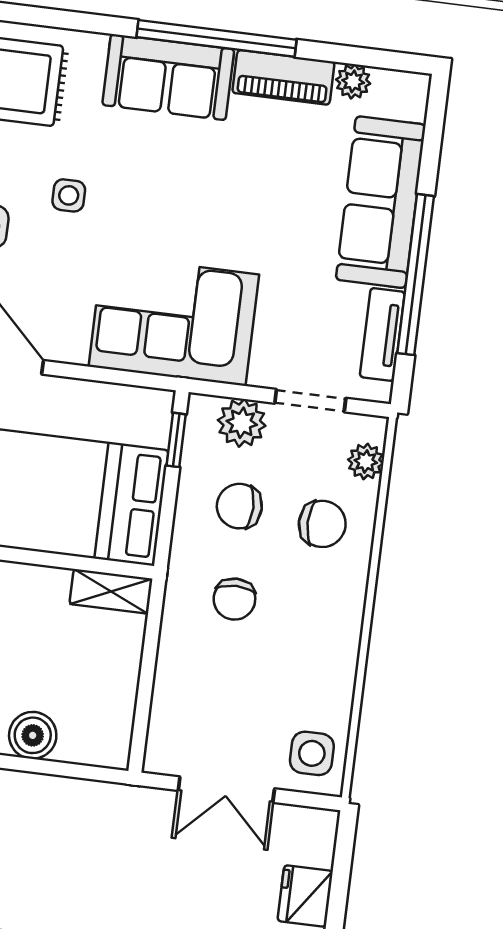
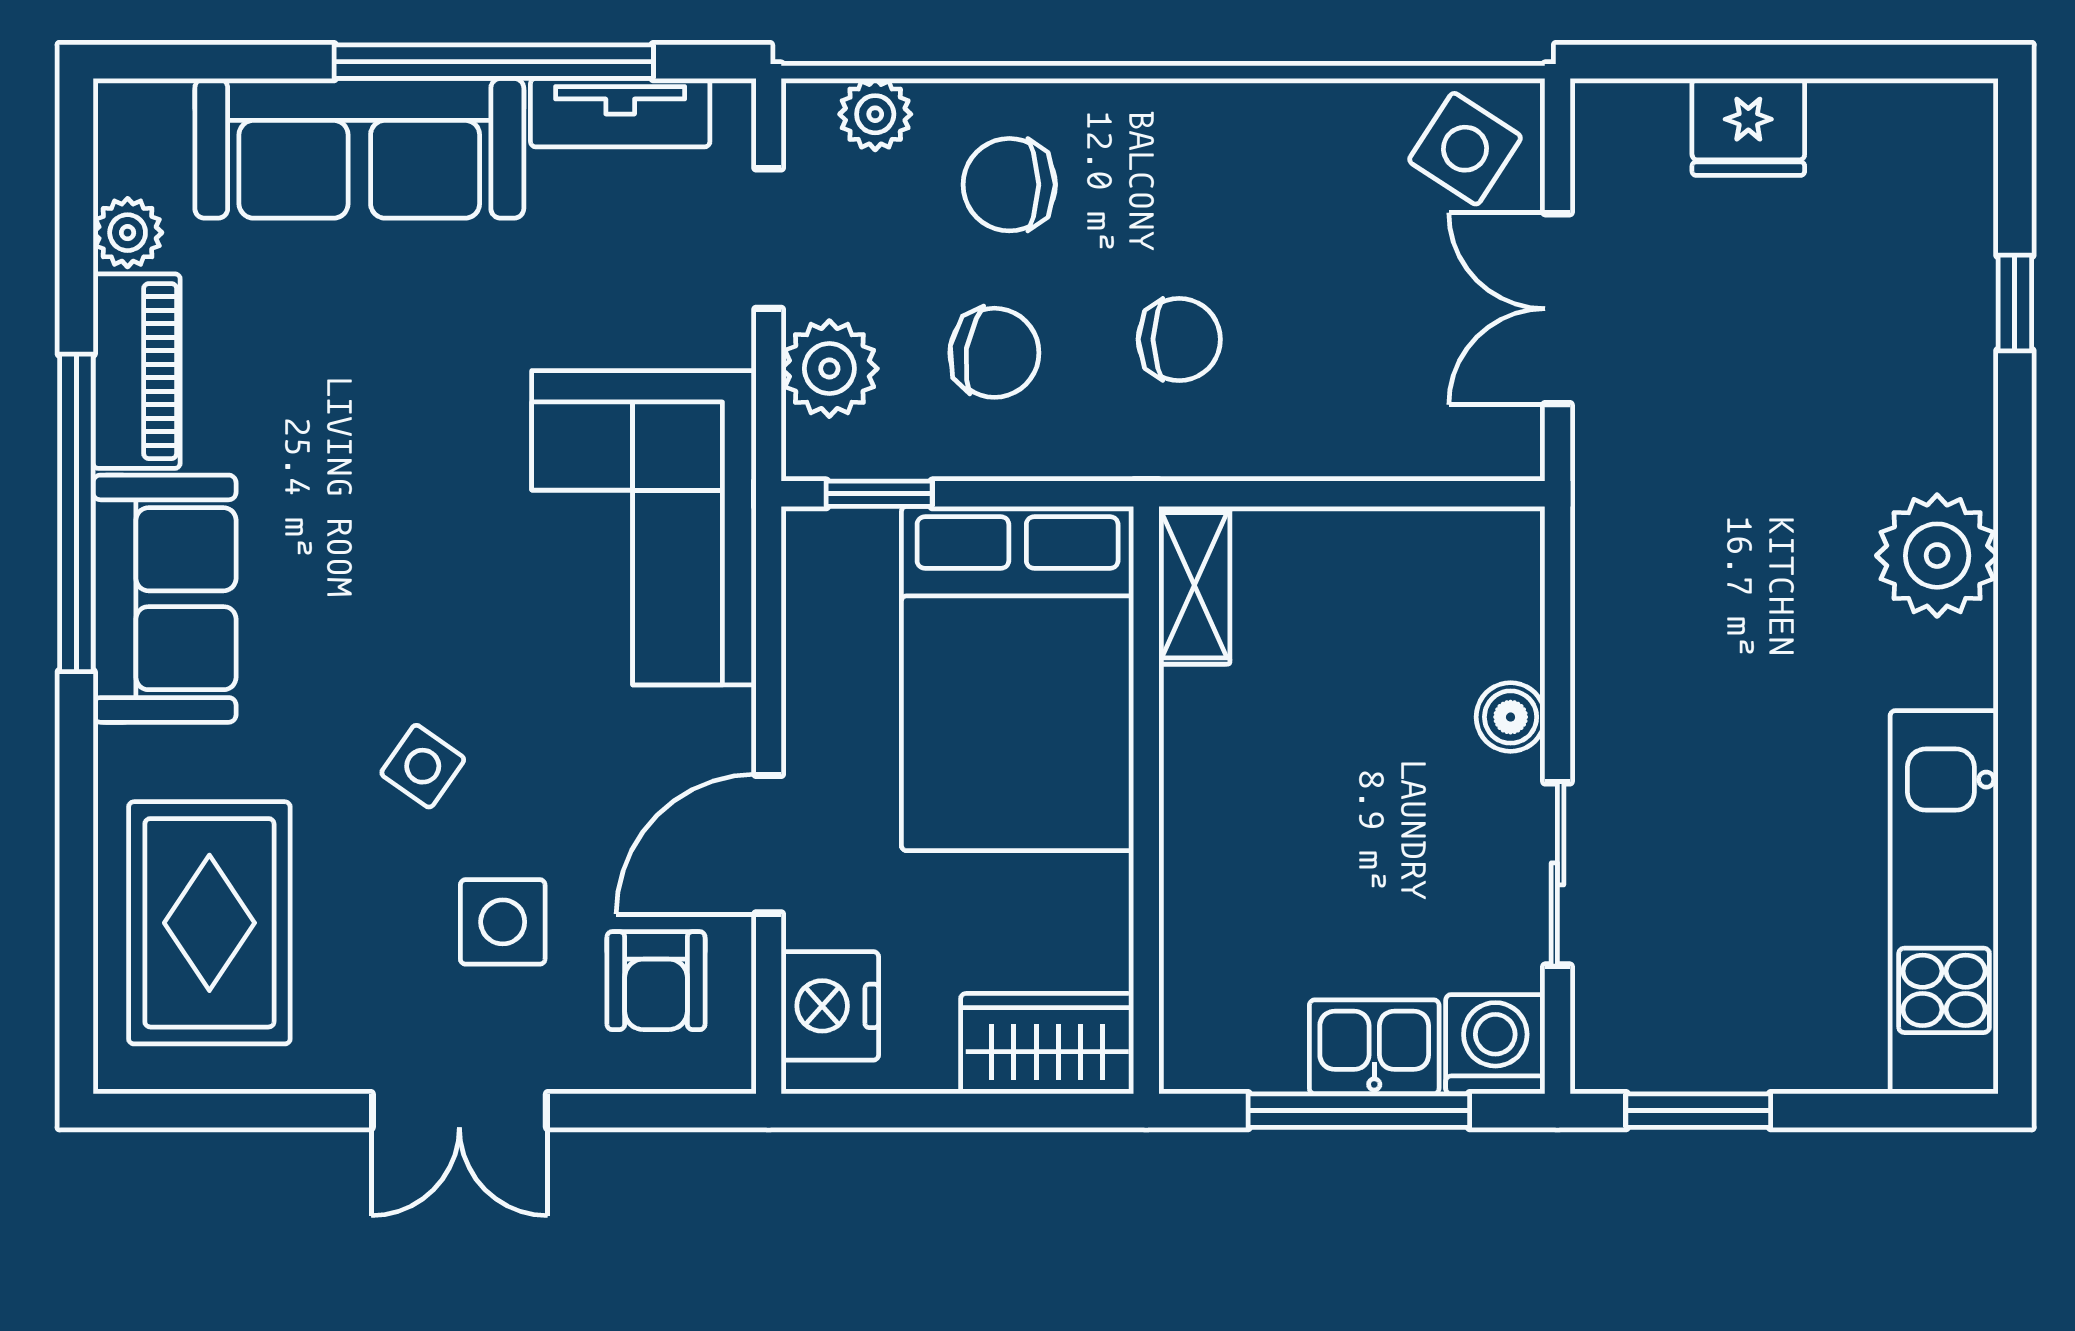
side table: (69, 195) -> (423, 766), turned 35
chair: (239, 506) -> (994, 353), turned -81
chair: (322, 524) -> (1009, 185), turned -90
boiler: (33, 735) -> (1511, 717), width x0.73, depth x0.73
side table: (312, 753) -> (1465, 149), turned 33
double door: (226, 790) -> (1557, 309), swing flipped

